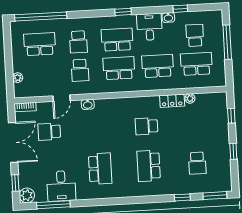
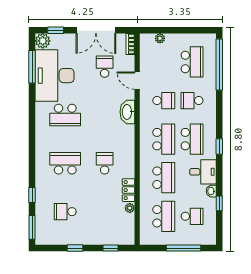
school desk: (80, 70) -> (164, 101), turned 180
washbasin: (88, 104) -> (127, 112), width x1.91, depth x1.45
desk: (61, 186) -> (55, 76), width x1.87, depth x1.30

